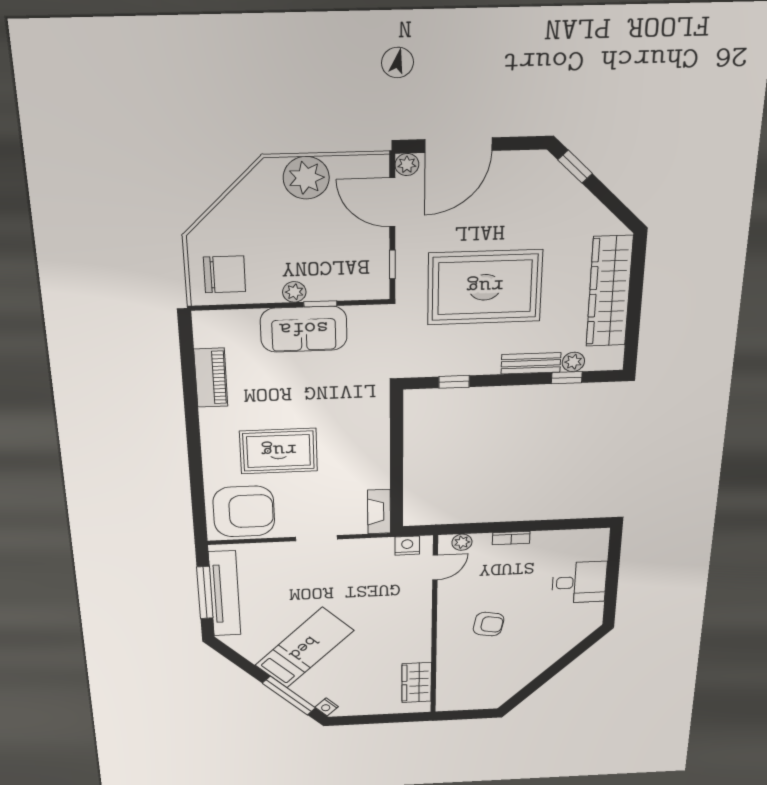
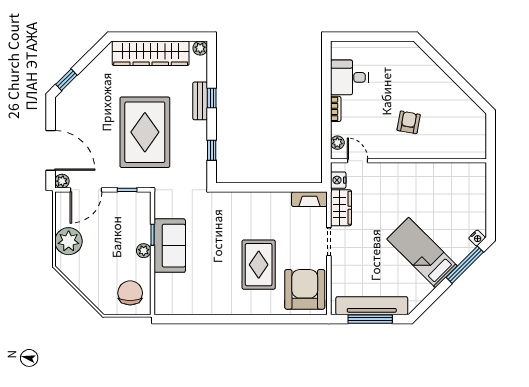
plant: (573, 362) -> (200, 48), moved
piano: (211, 378) -> (202, 305), removed
window: (567, 378) -> (212, 98), moved
desk: (579, 582) -> (349, 77), moved, turned -90
wardrobe: (417, 683) -> (341, 208), moved, turned -90

